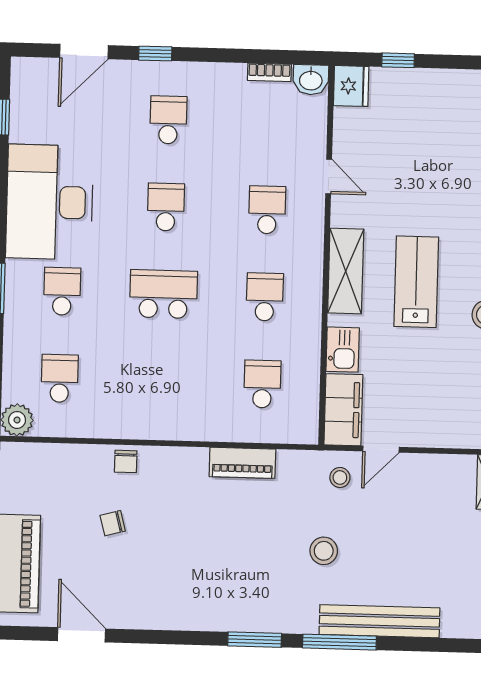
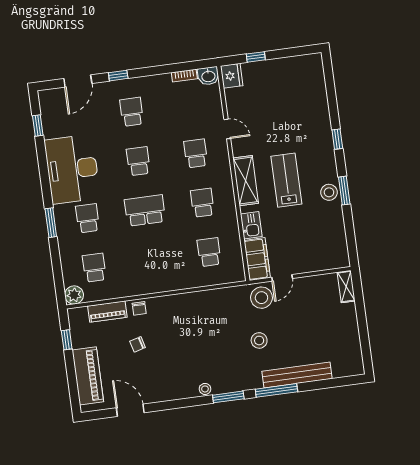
piano: (242, 463) -> (107, 312), moved
stool: (340, 477) -> (261, 298), width x1.89, depth x1.89
stool: (217, 619) -> (205, 389), added

